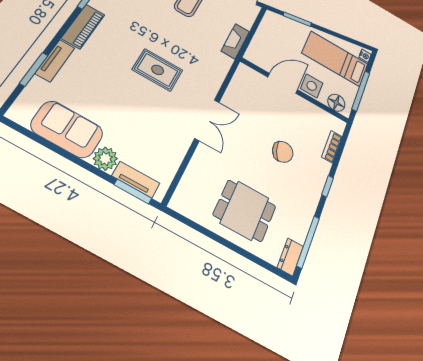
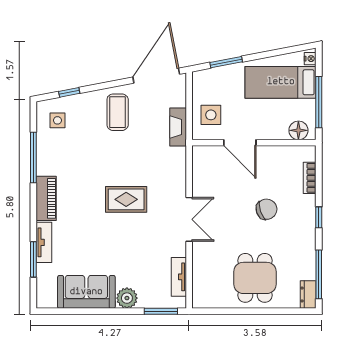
door: (283, 83) -> (240, 143), swing flipped
side table: (312, 86) -> (211, 115), moved
tv unit: (136, 180) -> (179, 277), moved, turned -90
dining table: (245, 210) -> (255, 278), turned 90

